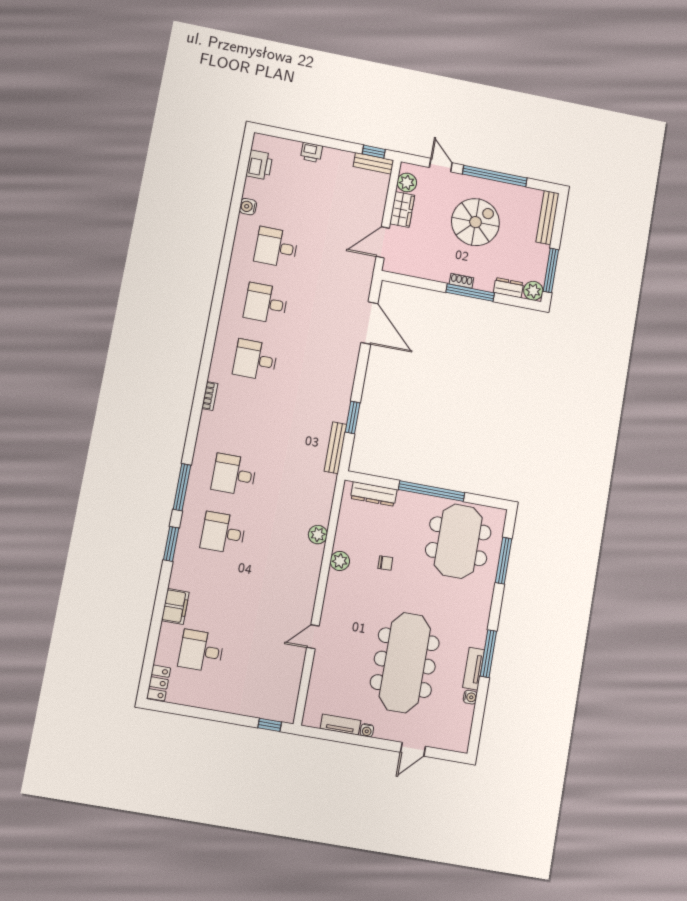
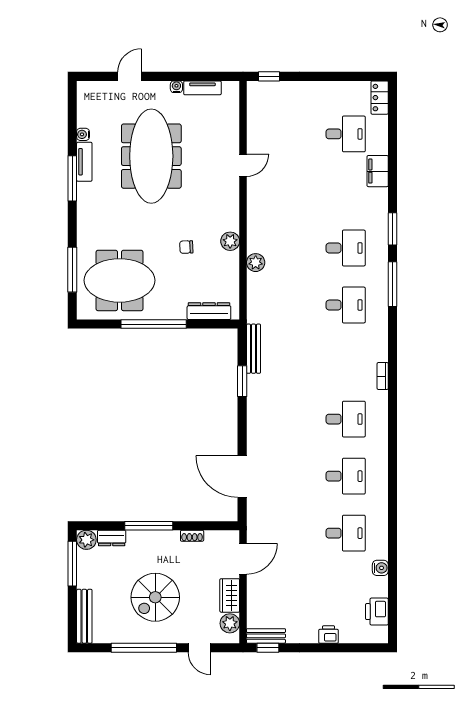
shoe rack: (461, 281) -> (192, 536), moved
meeting table: (458, 541) -> (120, 280), turned 90

